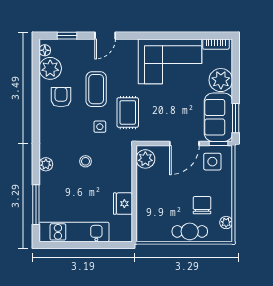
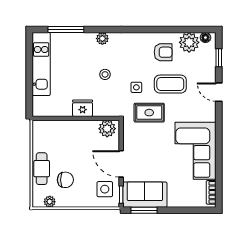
plant: (221, 80) -> (179, 197), removed
fridge: (123, 204) -> (83, 108), moved

